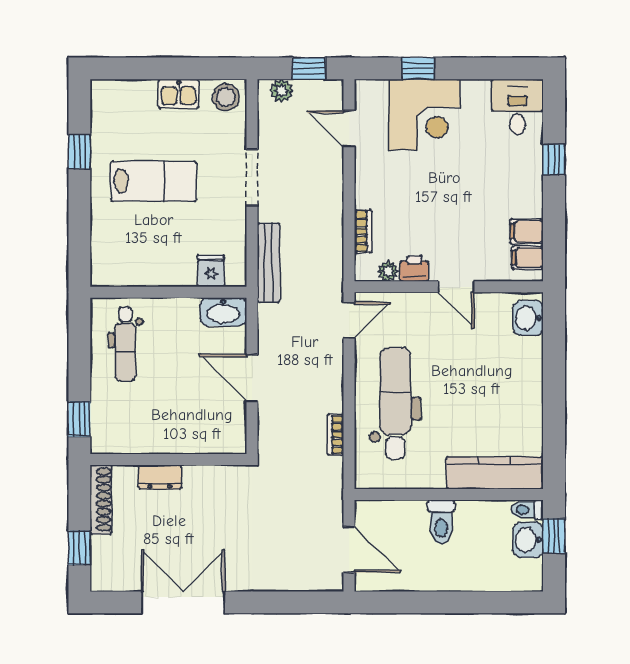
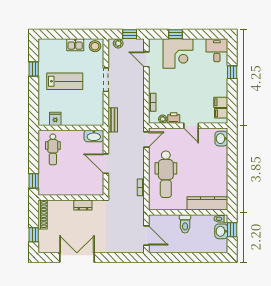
bench: (268, 263) -> (113, 120), width x0.73
fridge: (211, 271) -> (55, 119), moved
dental chair: (395, 403) -> (166, 174), turned 180
dresser: (160, 477) -> (83, 205), moved

